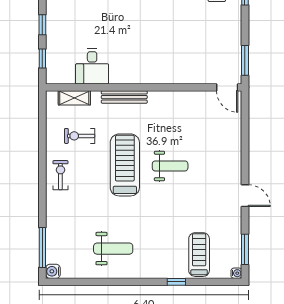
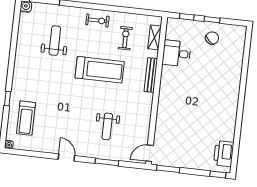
chair: (67, 22) -> (212, 38), added
weight bench: (170, 166) -> (107, 126), moved
door: (245, 196) -> (66, 158), swing flipped
weight bench: (113, 249) -> (55, 41), moved, turned 180
window: (245, 249) -> (107, 162), moved
treadmill: (199, 255) -> (26, 118), turned 90

